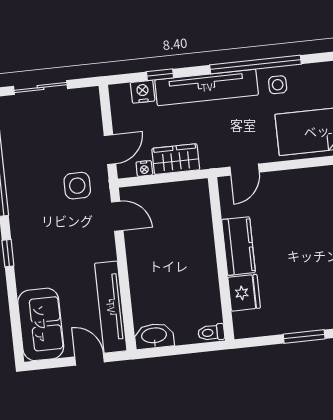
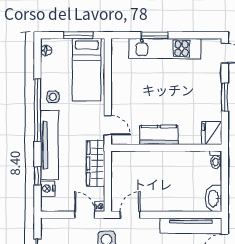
wardrobe: (176, 159) -> (96, 163), width x1.50
nightstand: (144, 168) -> (100, 206), moved
fridge: (244, 293) -> (212, 133), moved, turned -90

